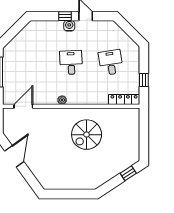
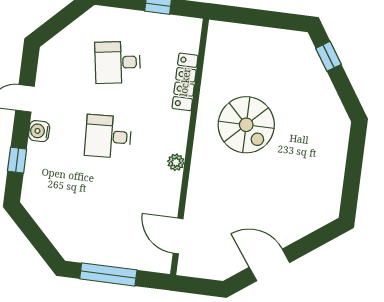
window: (65, 16) -> (17, 160), moved
locker: (124, 99) -> (185, 82), moved

